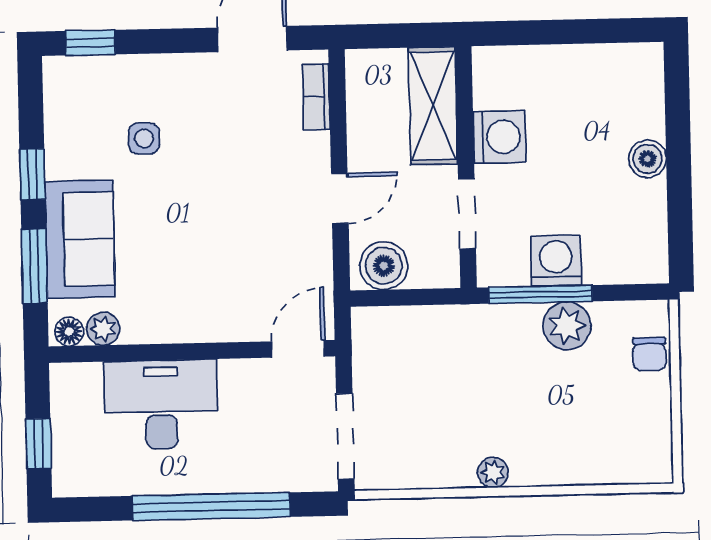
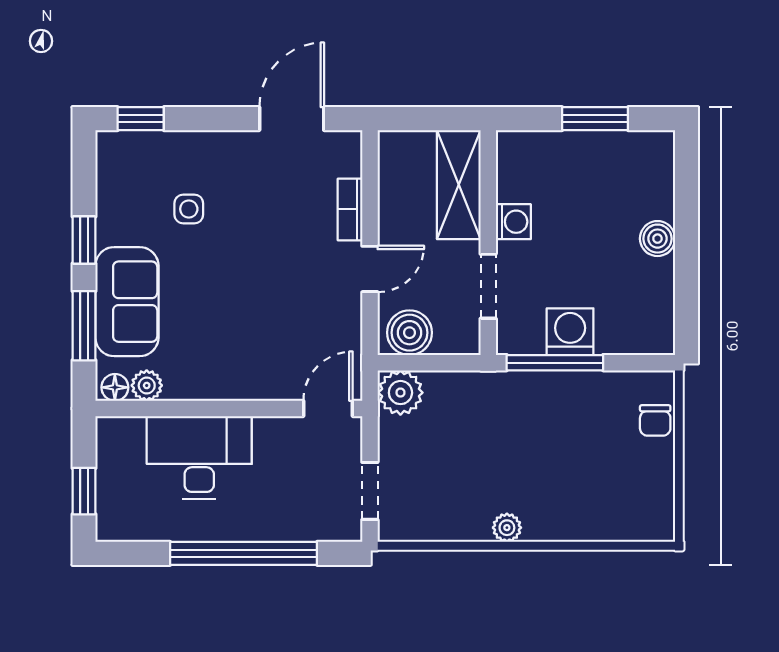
window: (578, 32) -> (595, 119), added
bookcase: (316, 97) -> (350, 209), moved
washing machine: (499, 137) -> (513, 222), width x0.73, depth x0.73
plant: (567, 326) -> (400, 393), moved
doorway: (345, 436) -> (370, 491), width x0.73

